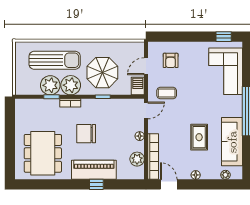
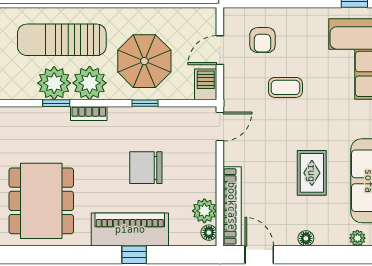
sun lounger: (55, 60) -> (62, 40), turned 180
coffee table: (167, 93) -> (285, 87), moved
chair: (86, 134) -> (146, 168), moved
floor lamp: (140, 136) -> (209, 233), moved

